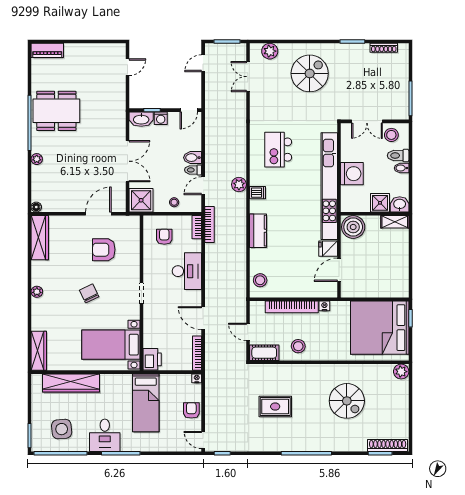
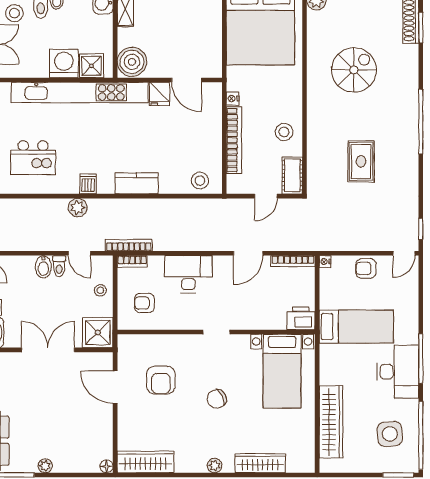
shower: (380, 203) -> (91, 66), moved
wardrobe: (39, 351) -> (260, 463), moved
desk: (105, 435) -> (398, 372), width x1.37

